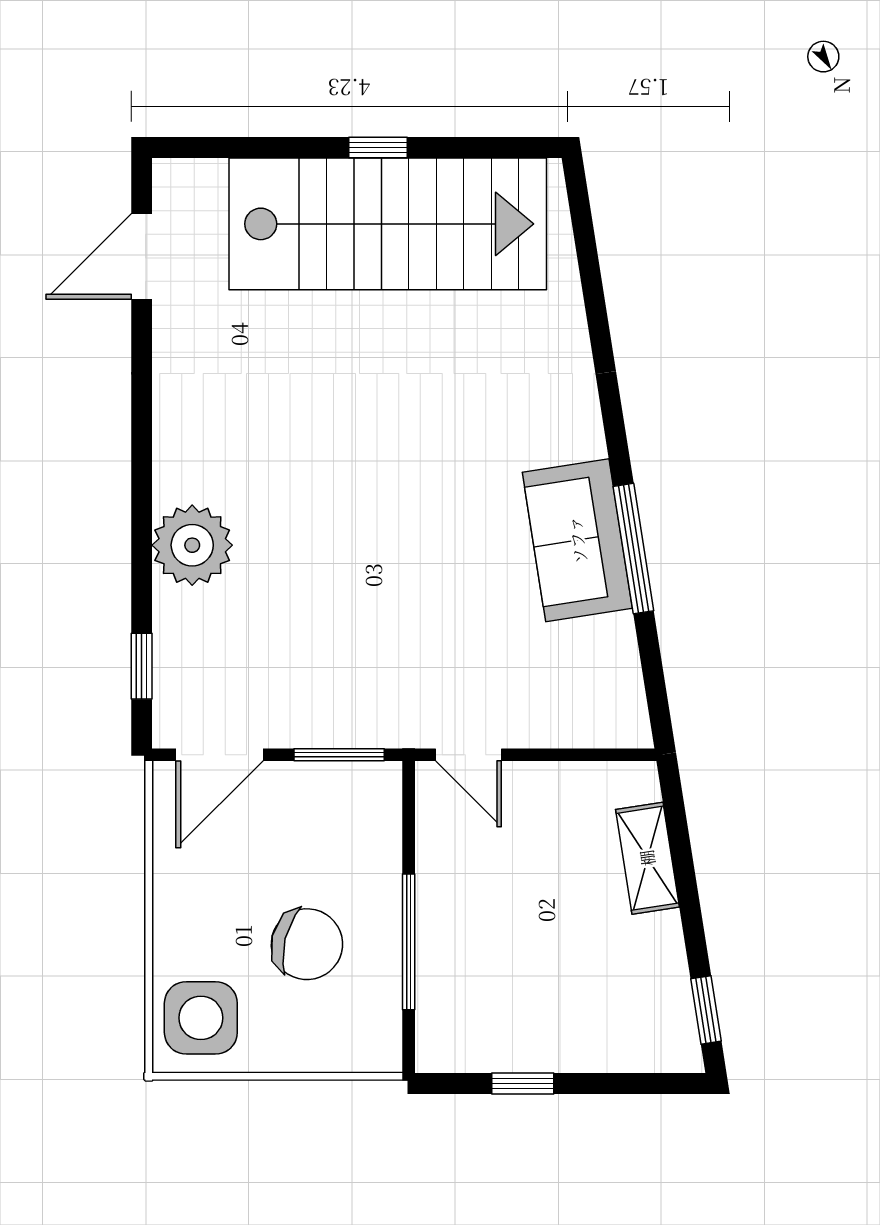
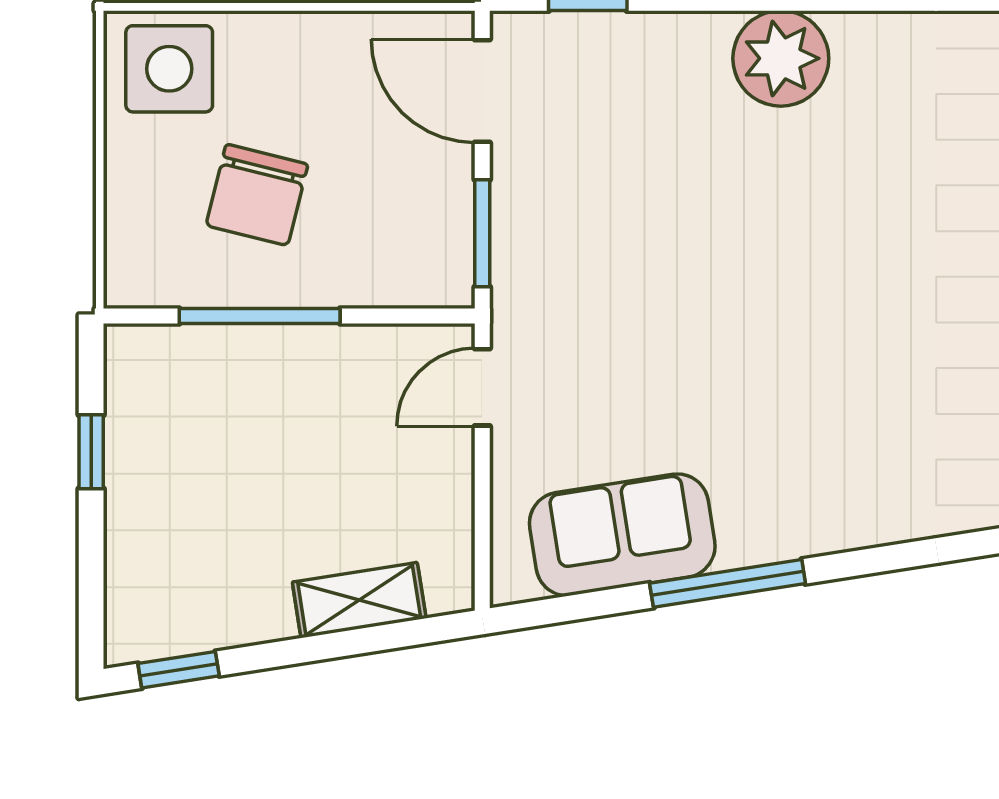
sofa: (577, 540) -> (622, 535), moved
plant: (192, 545) -> (781, 58), moved

